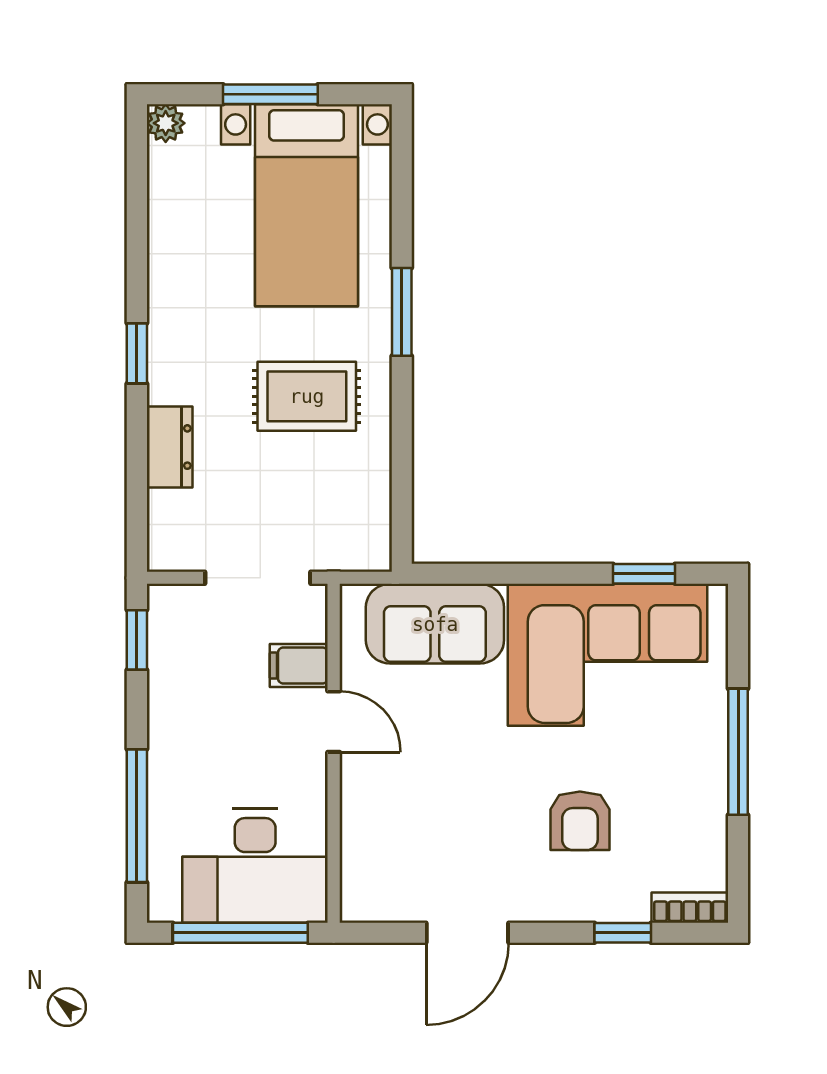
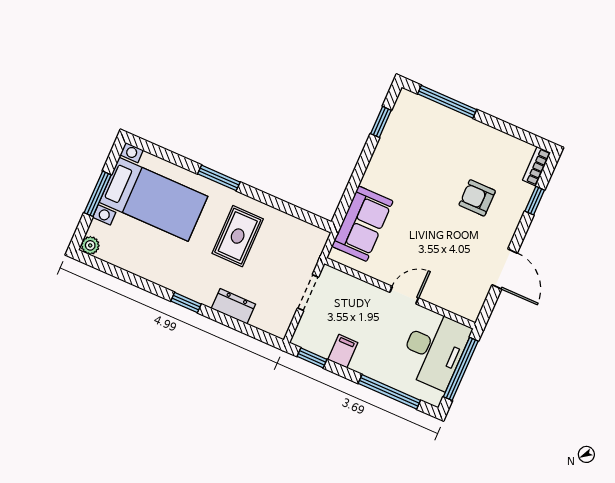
doorway: (258, 578) -> (308, 293), width x0.73
corner sofa: (608, 655) -> (409, 154), removed
filing cabinet: (299, 666) -> (343, 351), moved, turned 180
door: (334, 722) -> (404, 295), moved
window: (738, 752) -> (447, 102), moved
armchair: (580, 821) -> (477, 198), turned 180

